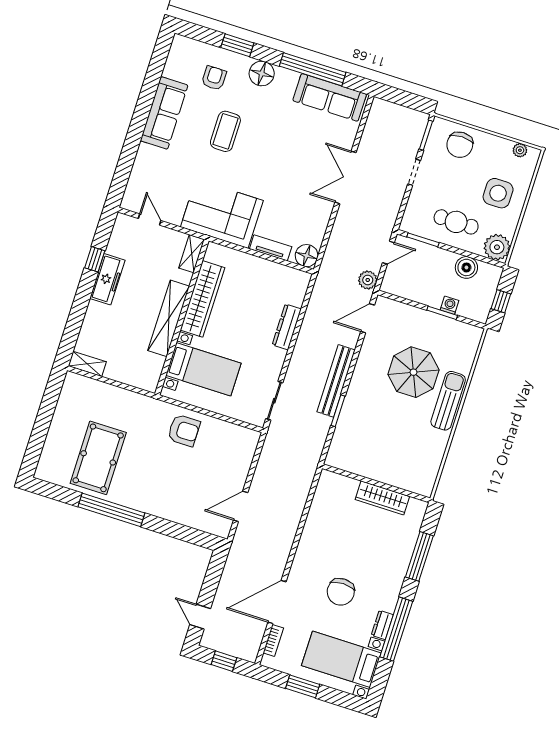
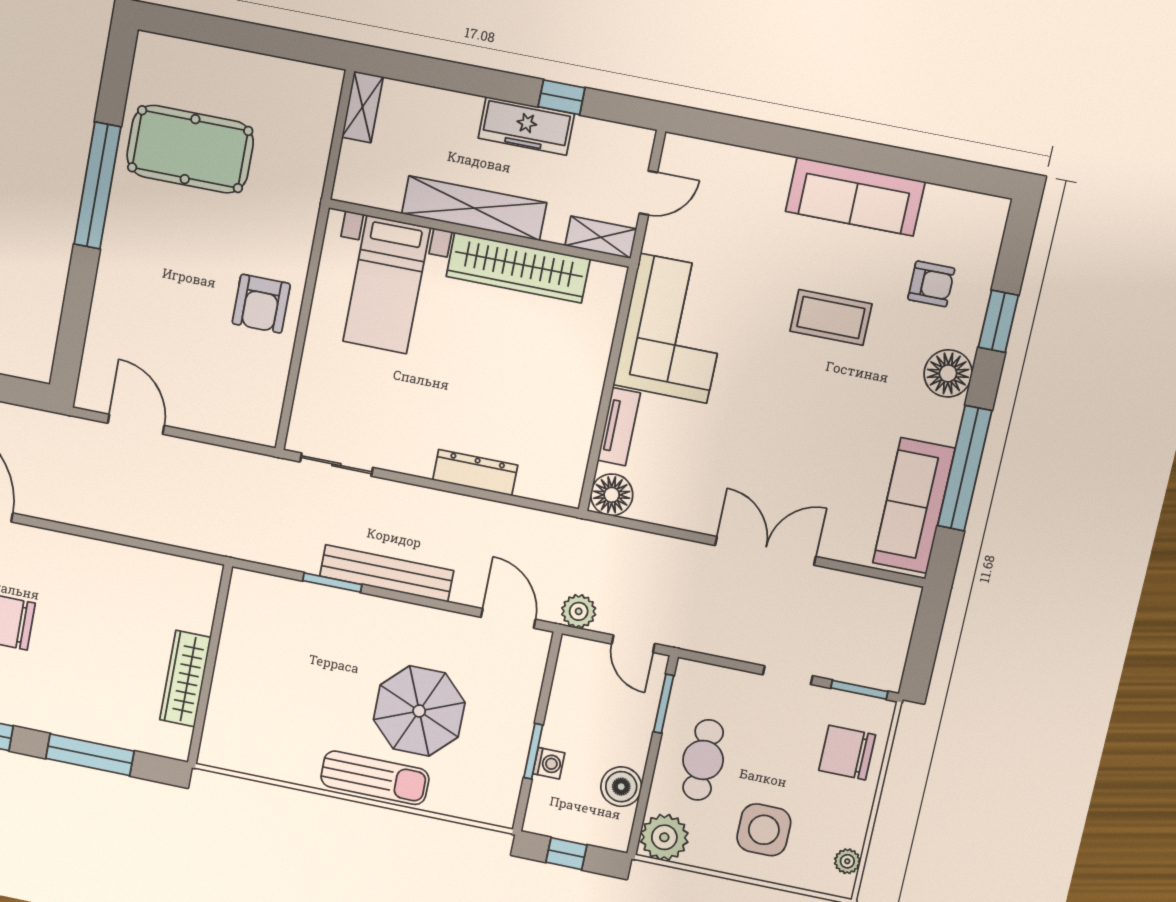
shelving: (192, 254) -> (601, 237), moved
wardrobe: (202, 299) -> (518, 268), moved
wall: (182, 317) -> (479, 233), moved
shelving: (169, 318) -> (474, 208), moved
bed with nightstands: (203, 369) -> (387, 285), moved

